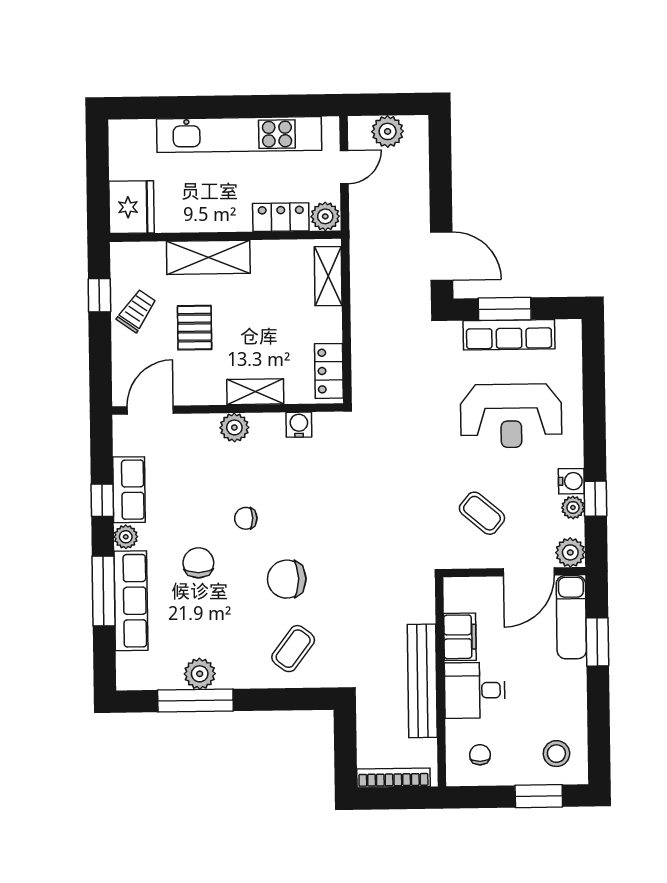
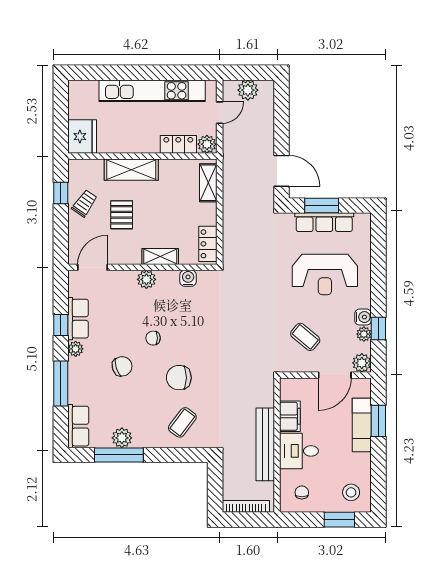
chair: (198, 563) -> (122, 366), turned 72
row of seats: (131, 601) -> (78, 426), moved, width x0.68
exam couch: (571, 617) -> (362, 425), moved

